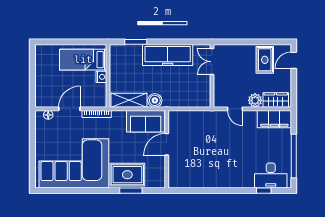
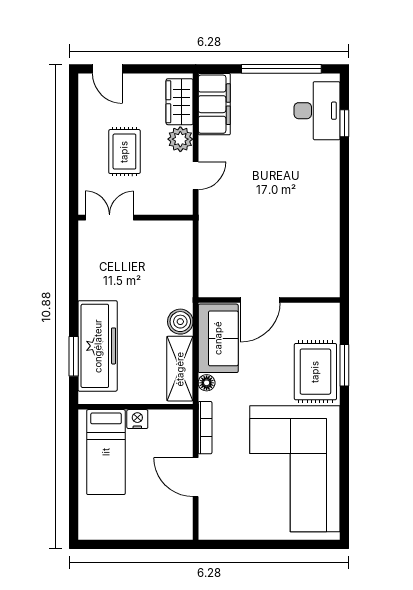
freezer: (168, 55) -> (98, 346), moved
rug: (265, 60) -> (124, 152), moved, turned 90
double door: (212, 62) -> (110, 218), swing flipped
floor lamp: (48, 115) -> (207, 383), moved
door: (167, 144) -> (260, 300), hinge flipped

